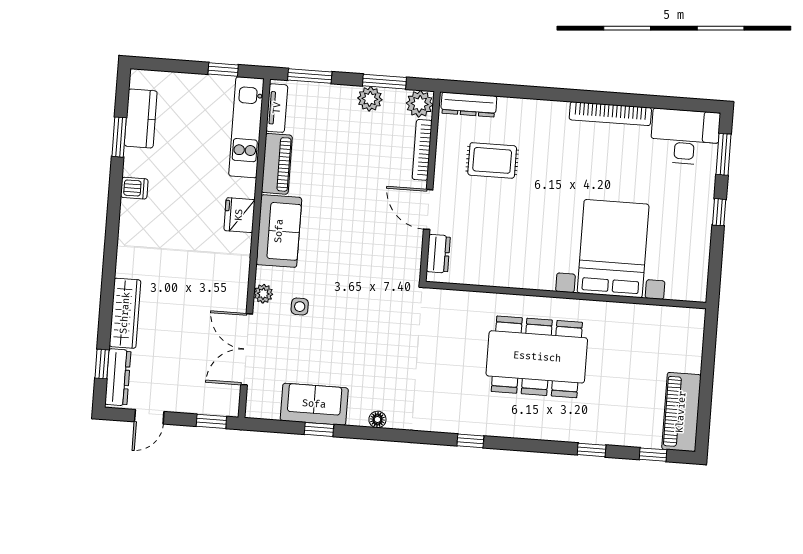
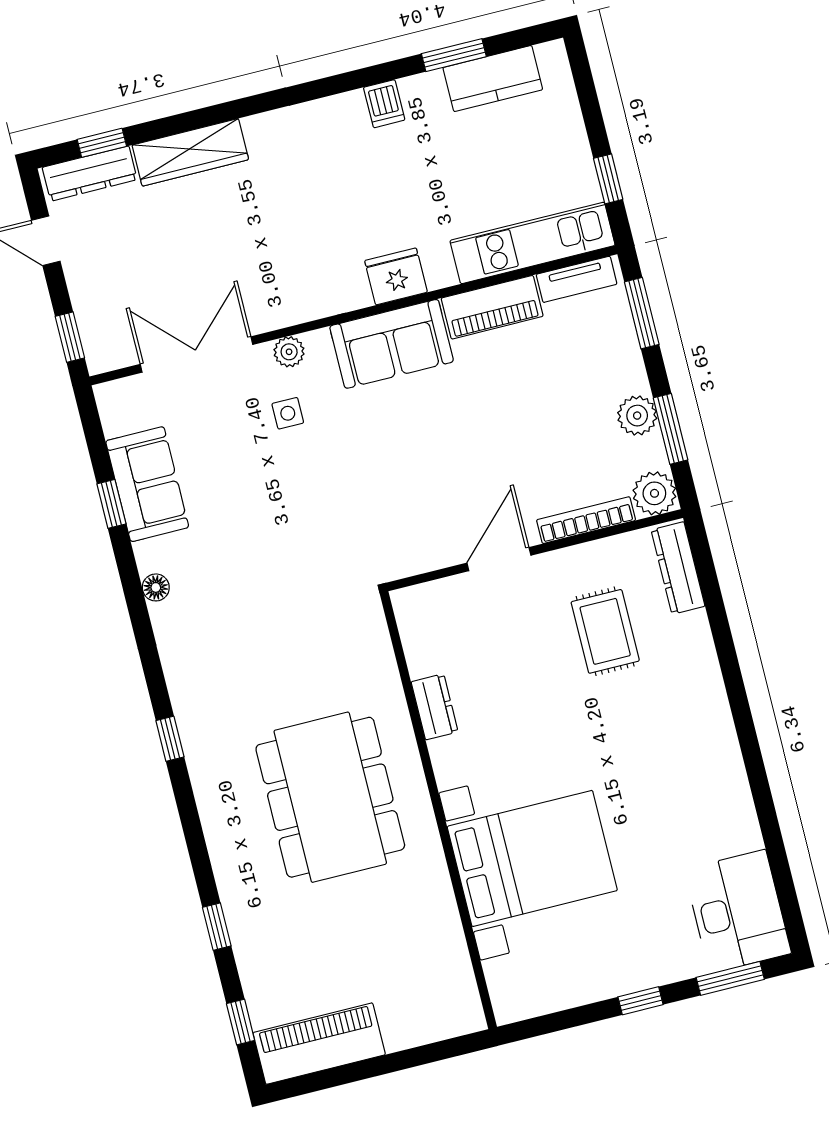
bookcase: (610, 114) -> (735, 787), removed
dresser: (438, 254) -> (435, 707), moved, turned -90

